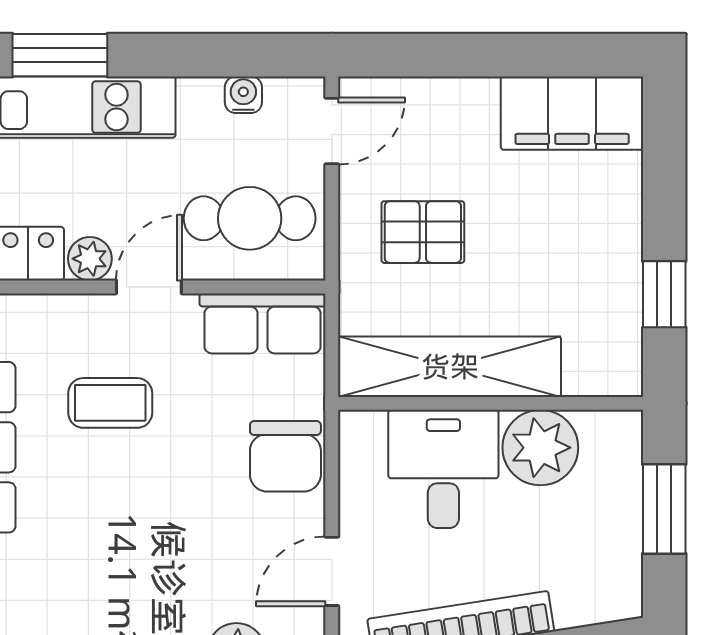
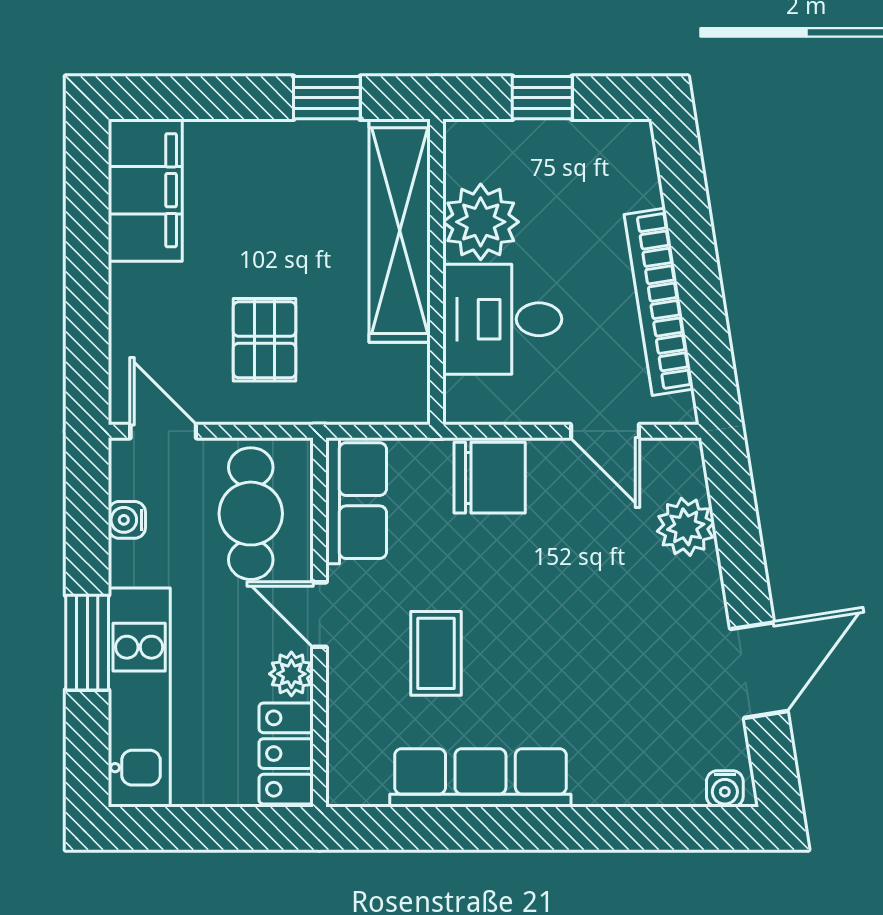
window: (60, 55) -> (87, 643), moved
shelving: (450, 367) -> (400, 231), moved
window: (664, 509) -> (542, 98), width x0.67

